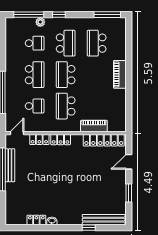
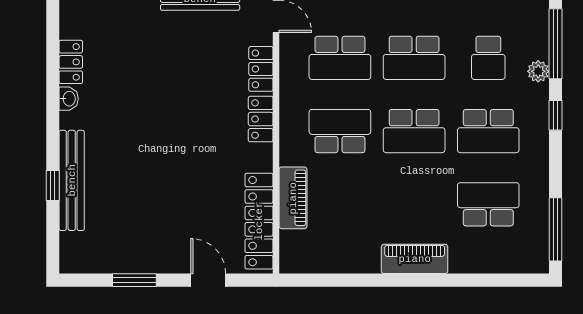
school desk: (66, 75) -> (414, 131), turned 180
school desk: (35, 106) -> (340, 58), width x1.85
bench: (104, 220) -> (72, 180), moved

